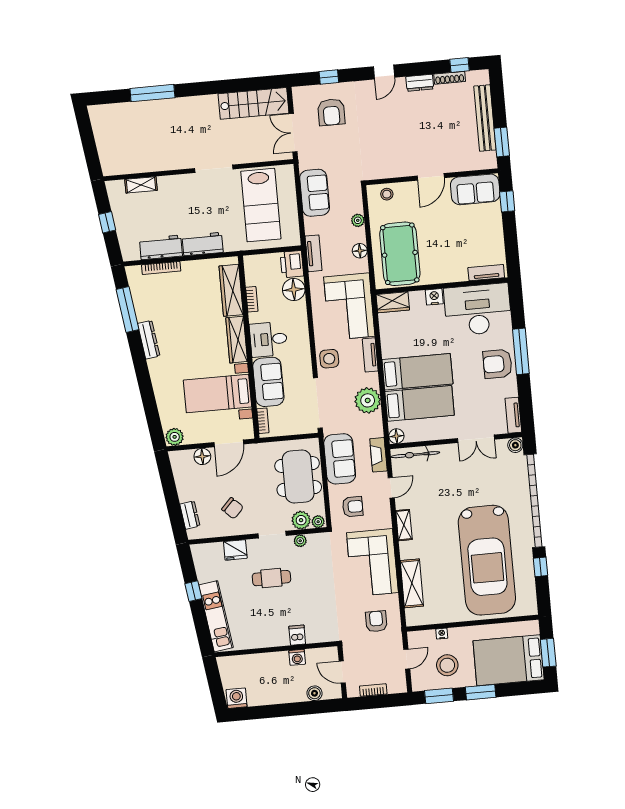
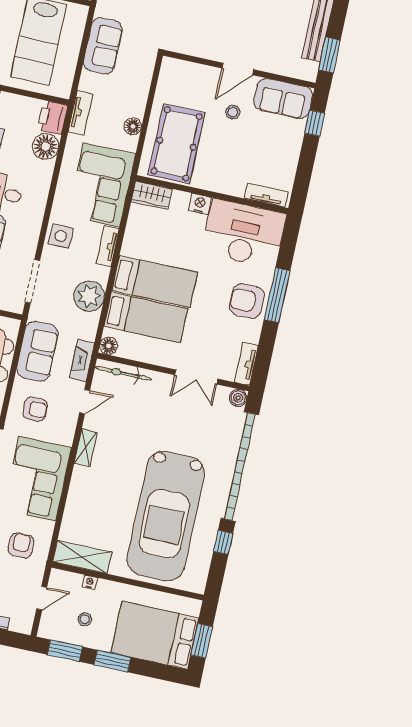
stool: (387, 194) -> (233, 112), moved
plant: (358, 220) -> (141, 92), removed
doorway: (318, 403) -> (33, 281), width x0.73
shelving: (412, 583) -> (82, 557), moved, turned 90
stool: (447, 665) -> (85, 619), width x0.53, depth x0.53

